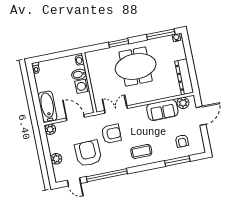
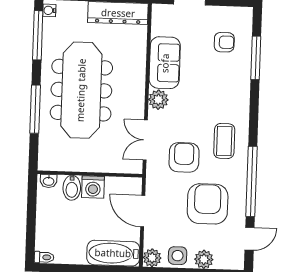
window: (119, 43) -> (35, 109), width x1.44
meeting table: (136, 67) -> (81, 90), width x1.36
plant: (183, 103) -> (158, 100), moved
door: (75, 118) -> (143, 211), hinge flipped
side table: (55, 143) -> (178, 256), added
coffee table: (141, 151) -> (224, 141), moved
armchair: (88, 153) -> (208, 204), turned 92

